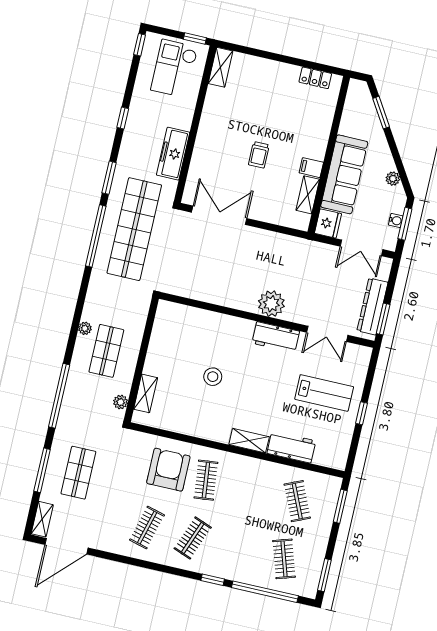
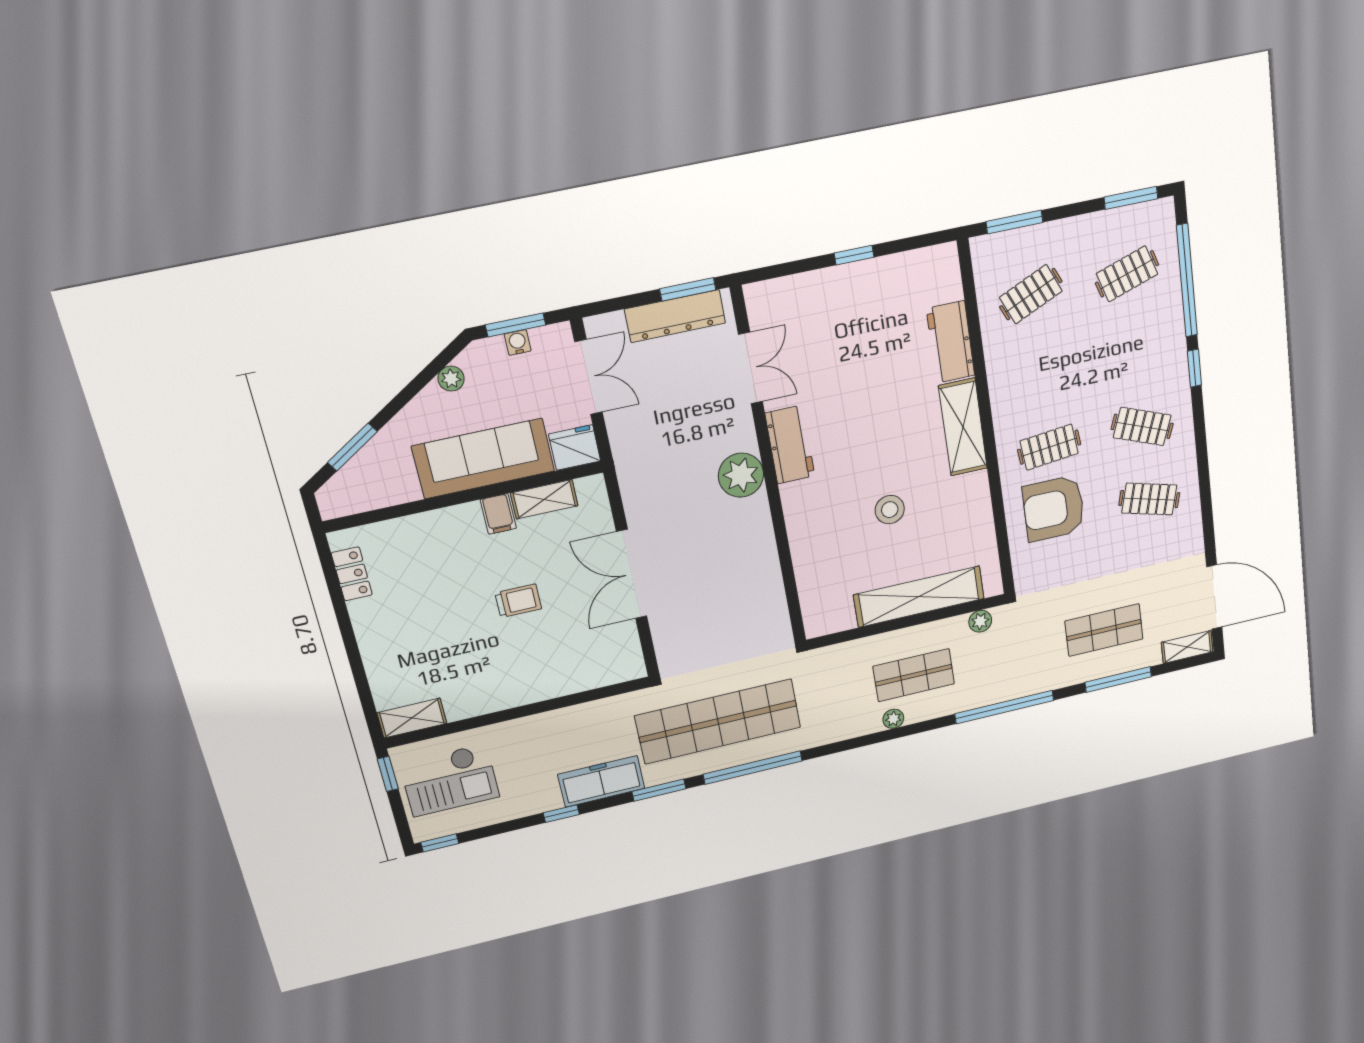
freezer: (173, 154) -> (601, 781), moved, turned 180
double door: (219, 215) -> (632, 574), moved
shelving: (146, 393) -> (919, 597), width x2.20, depth x1.33
lab bench: (324, 393) -> (846, 330), removed
shelving: (249, 441) -> (963, 427), width x1.50, depth x1.33

